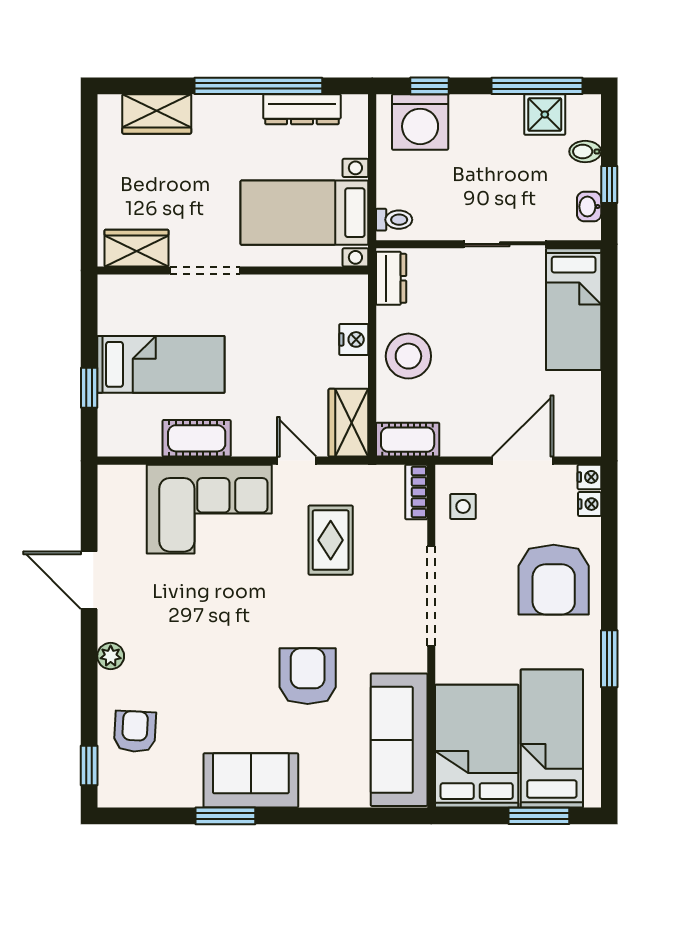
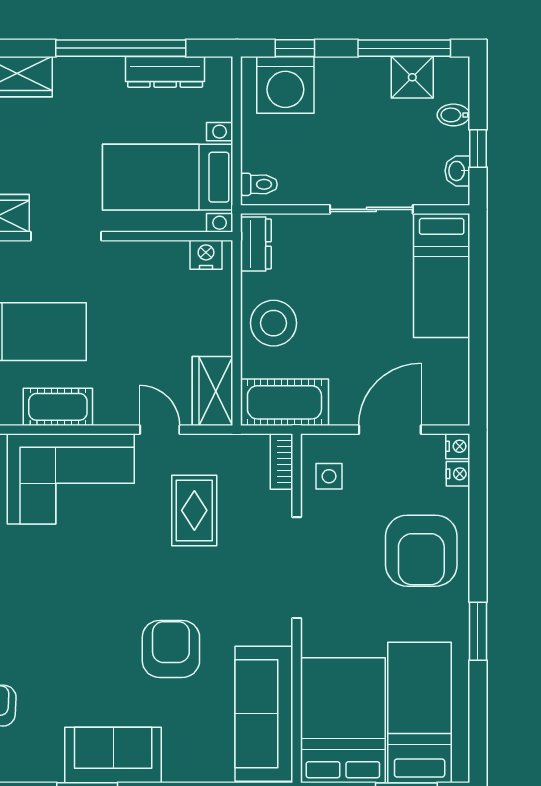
nightstand: (354, 339) -> (206, 255), moved, turned -90
cot: (408, 440) -> (284, 402), width x1.37, depth x1.34

